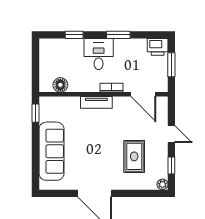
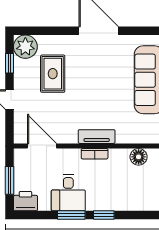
window: (74, 35) -> (104, 215), moved
desk: (99, 54) -> (68, 193), moved
bookcase: (112, 88) -> (95, 154), moved
plant: (162, 184) -> (25, 47), width x1.88, depth x1.88

